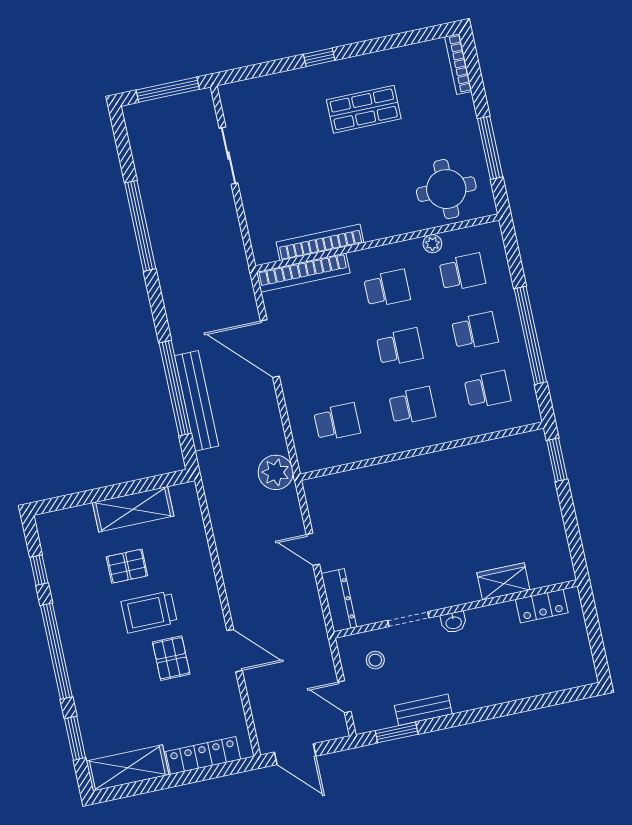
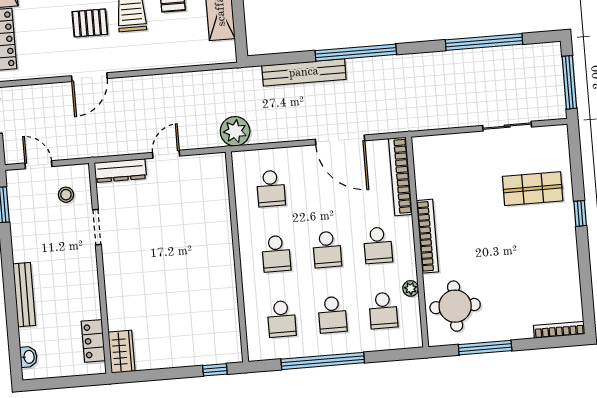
shop shelf: (364, 109) -> (533, 189), moved, turned 90
window: (140, 226) -> (484, 42), moved
bookcase: (320, 242) -> (427, 236), moved
door: (270, 349) -> (340, 140), swing flipped
window: (175, 388) -> (356, 53), moved
window: (557, 460) -> (215, 370), width x0.67
wardrobe: (503, 581) -> (122, 352), moved
washbasin: (454, 622) -> (29, 357), moved, turned 180
door: (345, 697) -> (38, 165), hinge flipped
bench: (423, 710) -> (24, 295), moved, width x1.36

